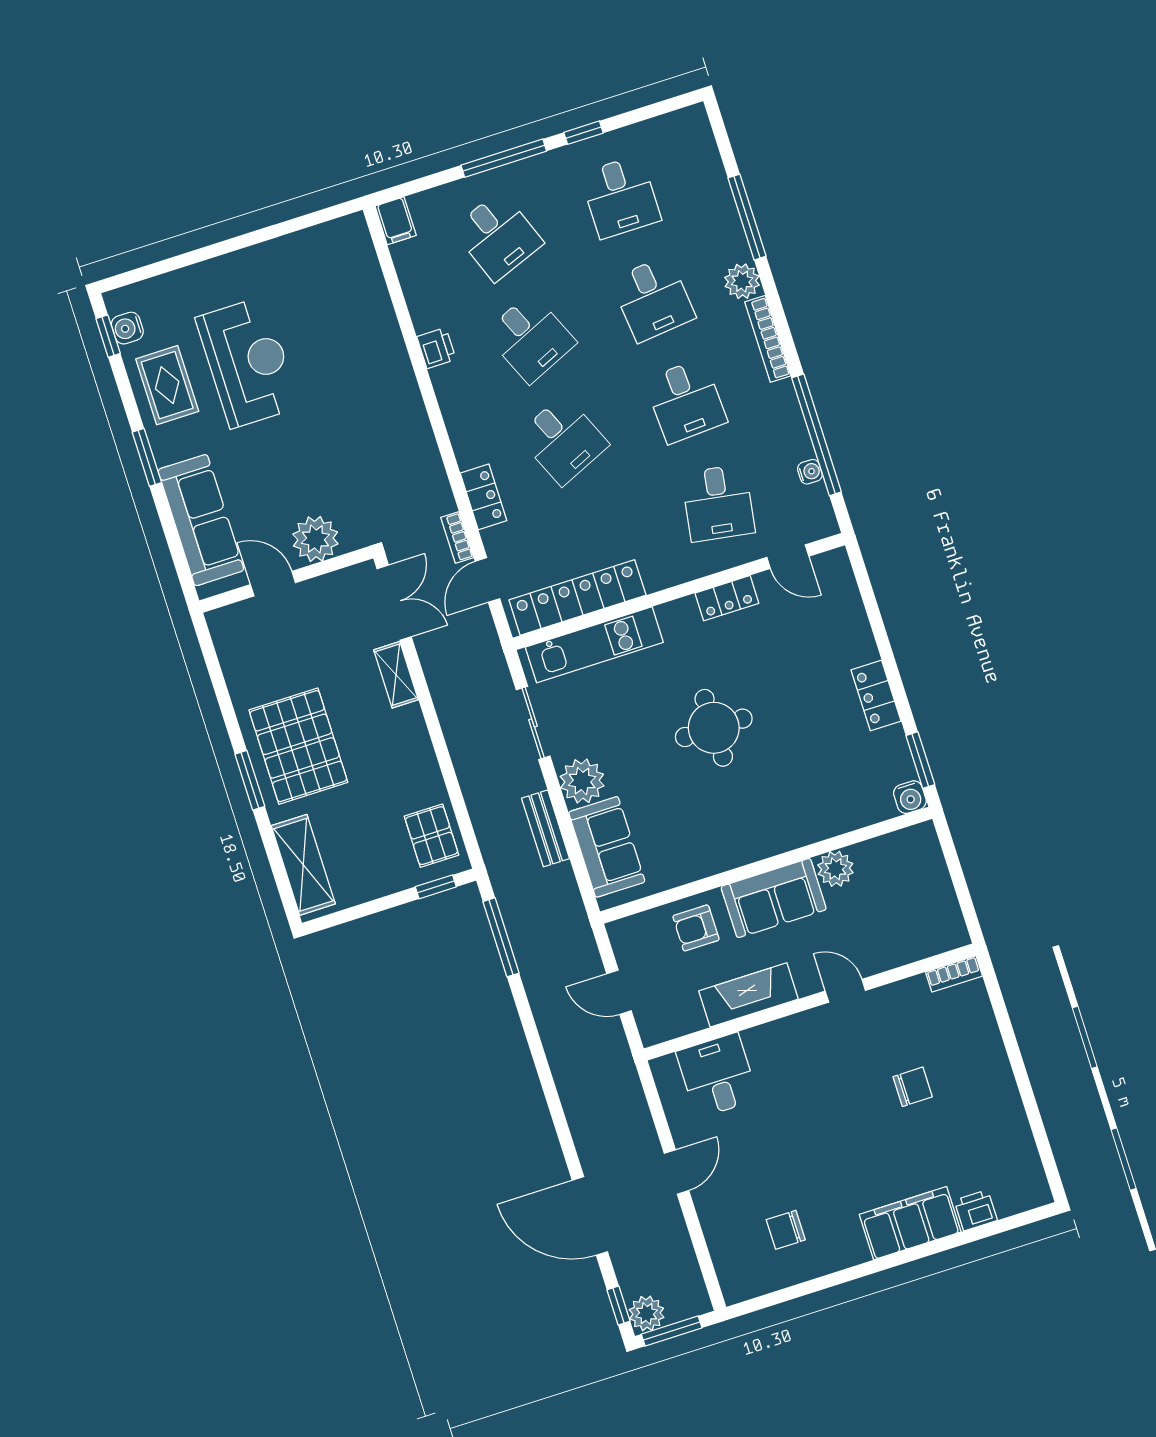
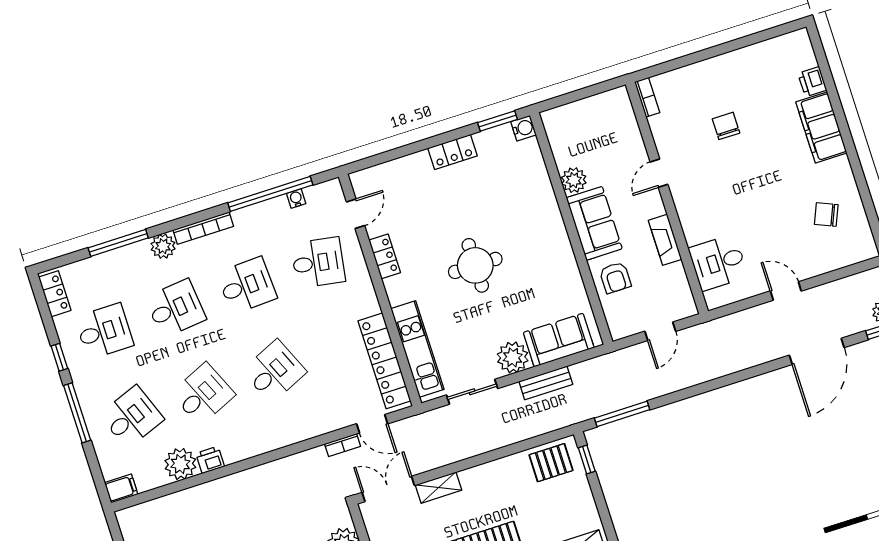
plant: (431, 306) -> (180, 464), added
locker: (484, 497) -> (55, 294), moved, turned 90
fireplace: (748, 995) -> (665, 240), width x0.73, depth x0.76
chair: (786, 1230) -> (826, 214), turned 113

